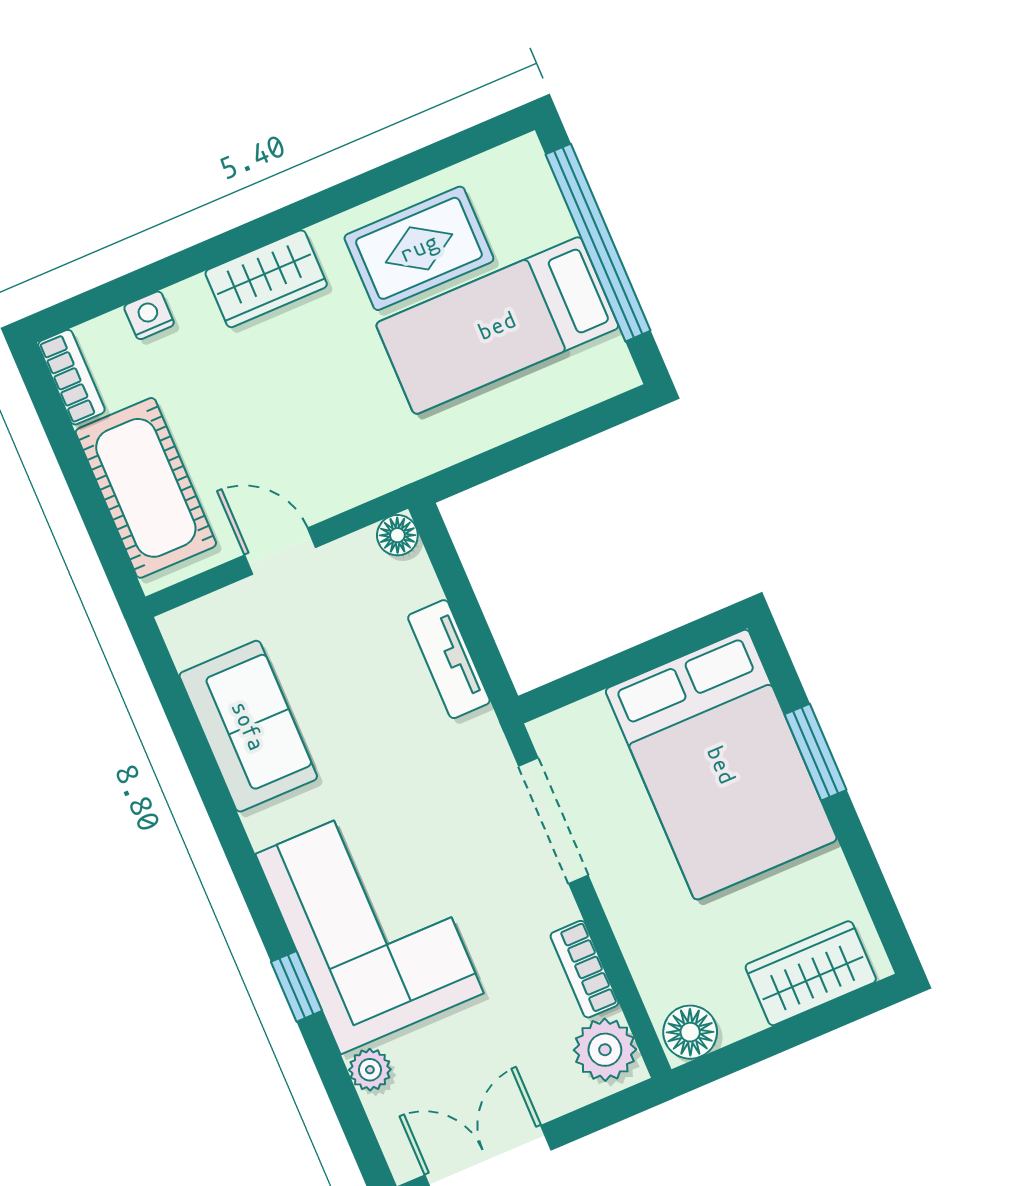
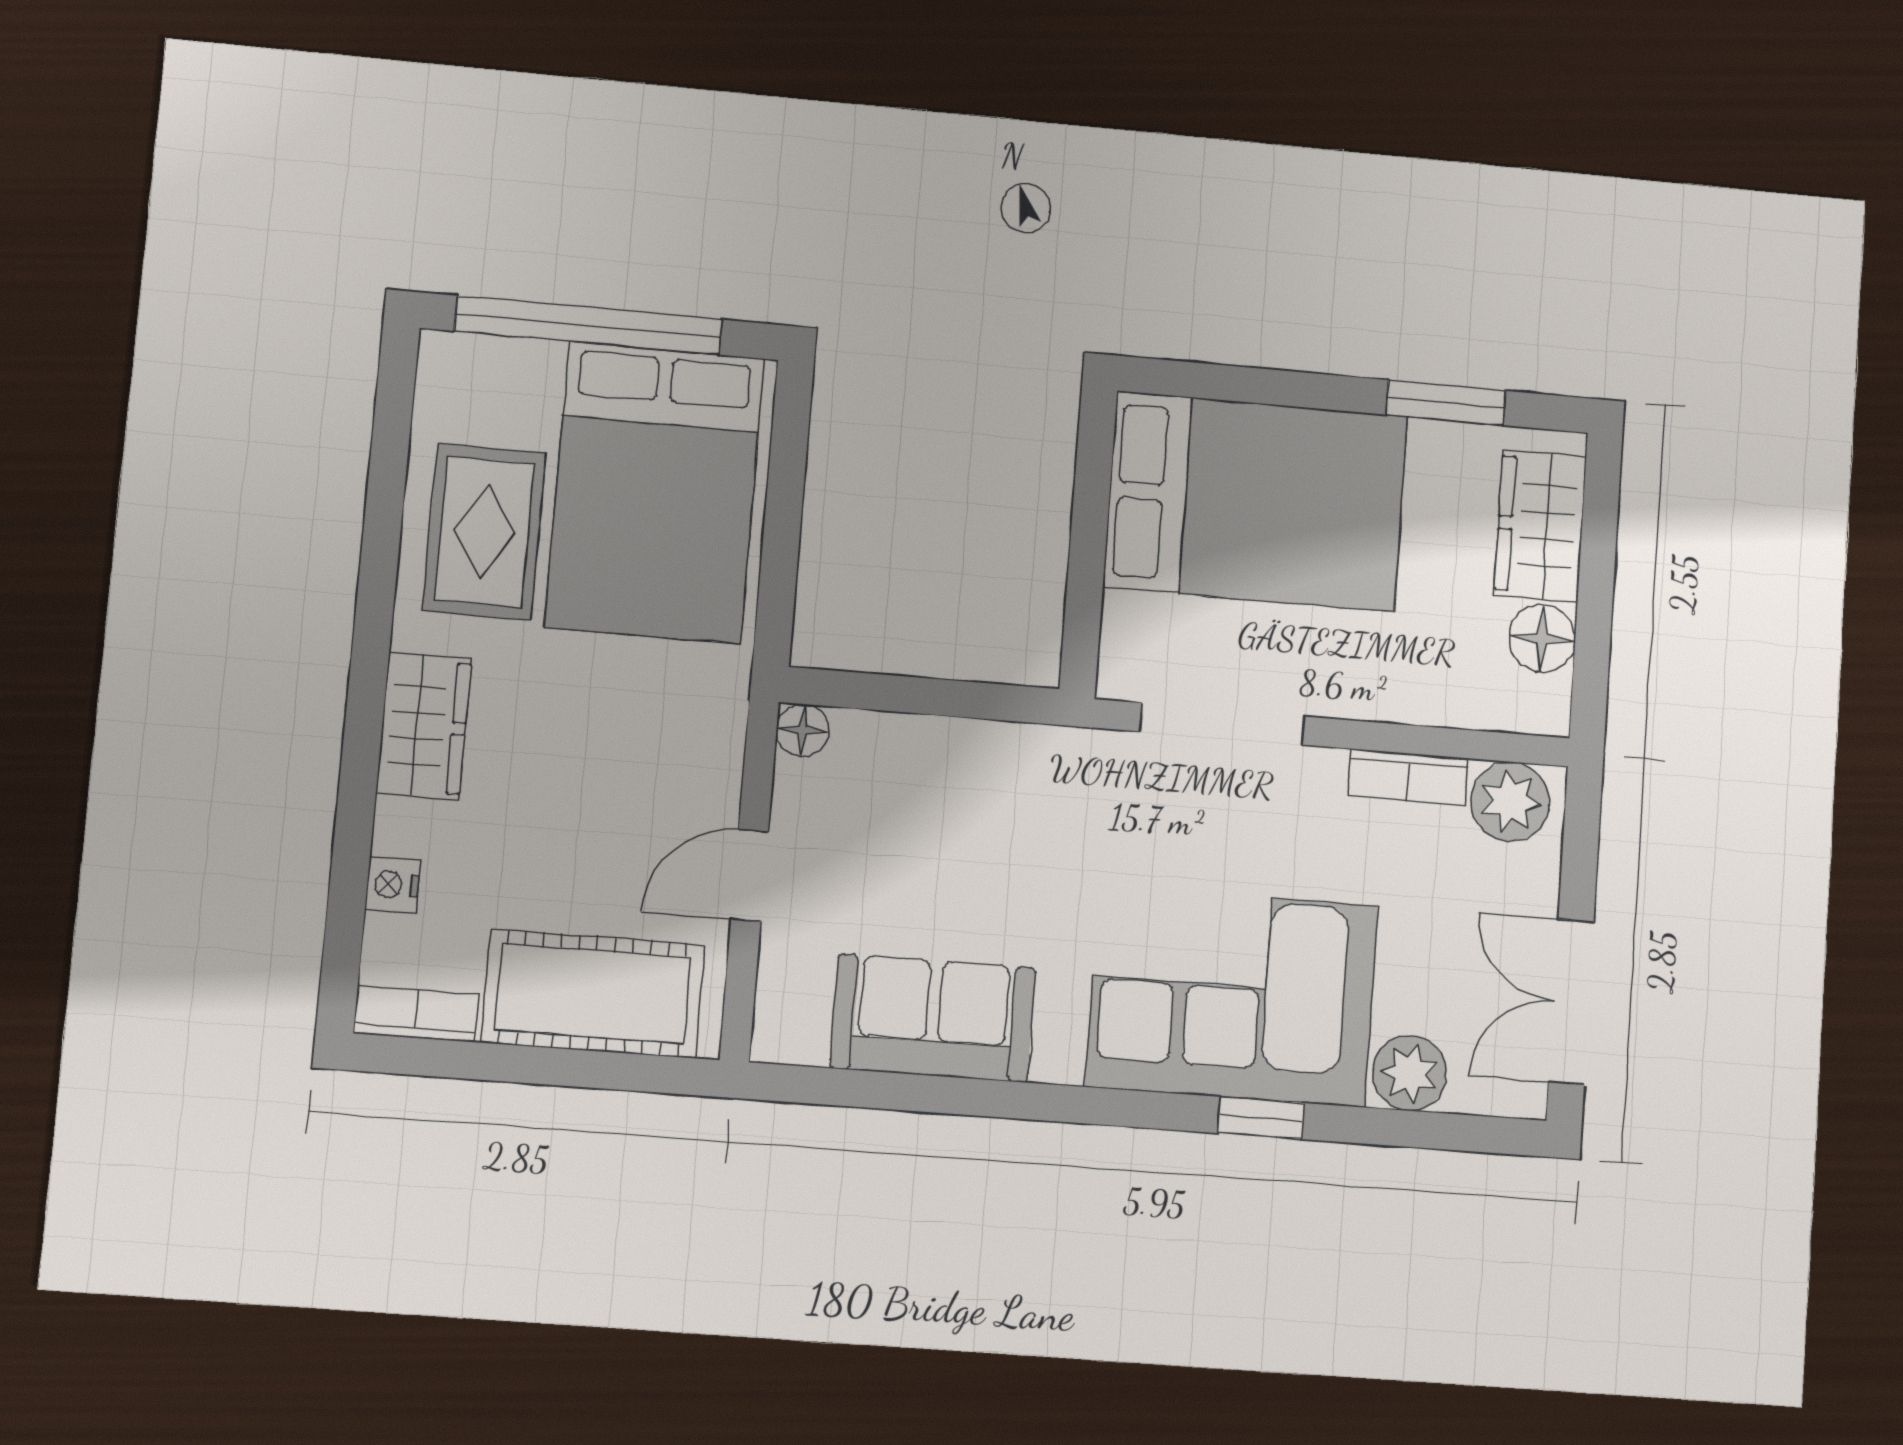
bed: (497, 326) -> (655, 492), width x1.50
tv unit: (449, 659) -> (976, 746), removed
window: (815, 752) -> (1446, 403), moved
floor lamp: (690, 1032) -> (1542, 638), moved
plant: (370, 1070) -> (1409, 1073), width x1.38, depth x1.38

